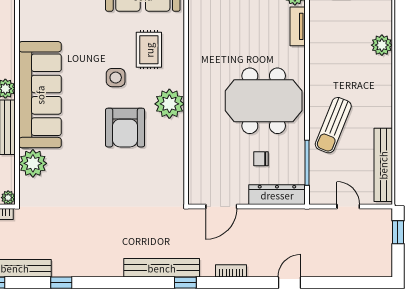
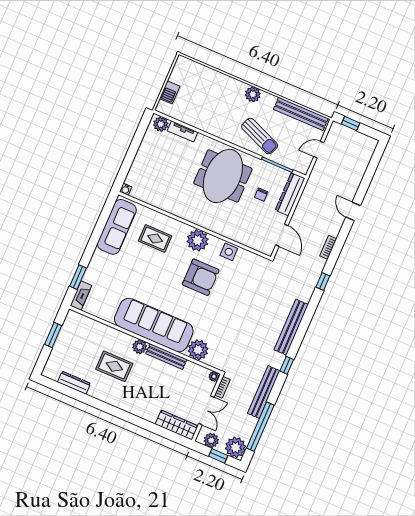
plant: (382, 45) -> (253, 94), moved
side table: (116, 78) -> (229, 252), moved
bench: (162, 268) -> (291, 327), moved

